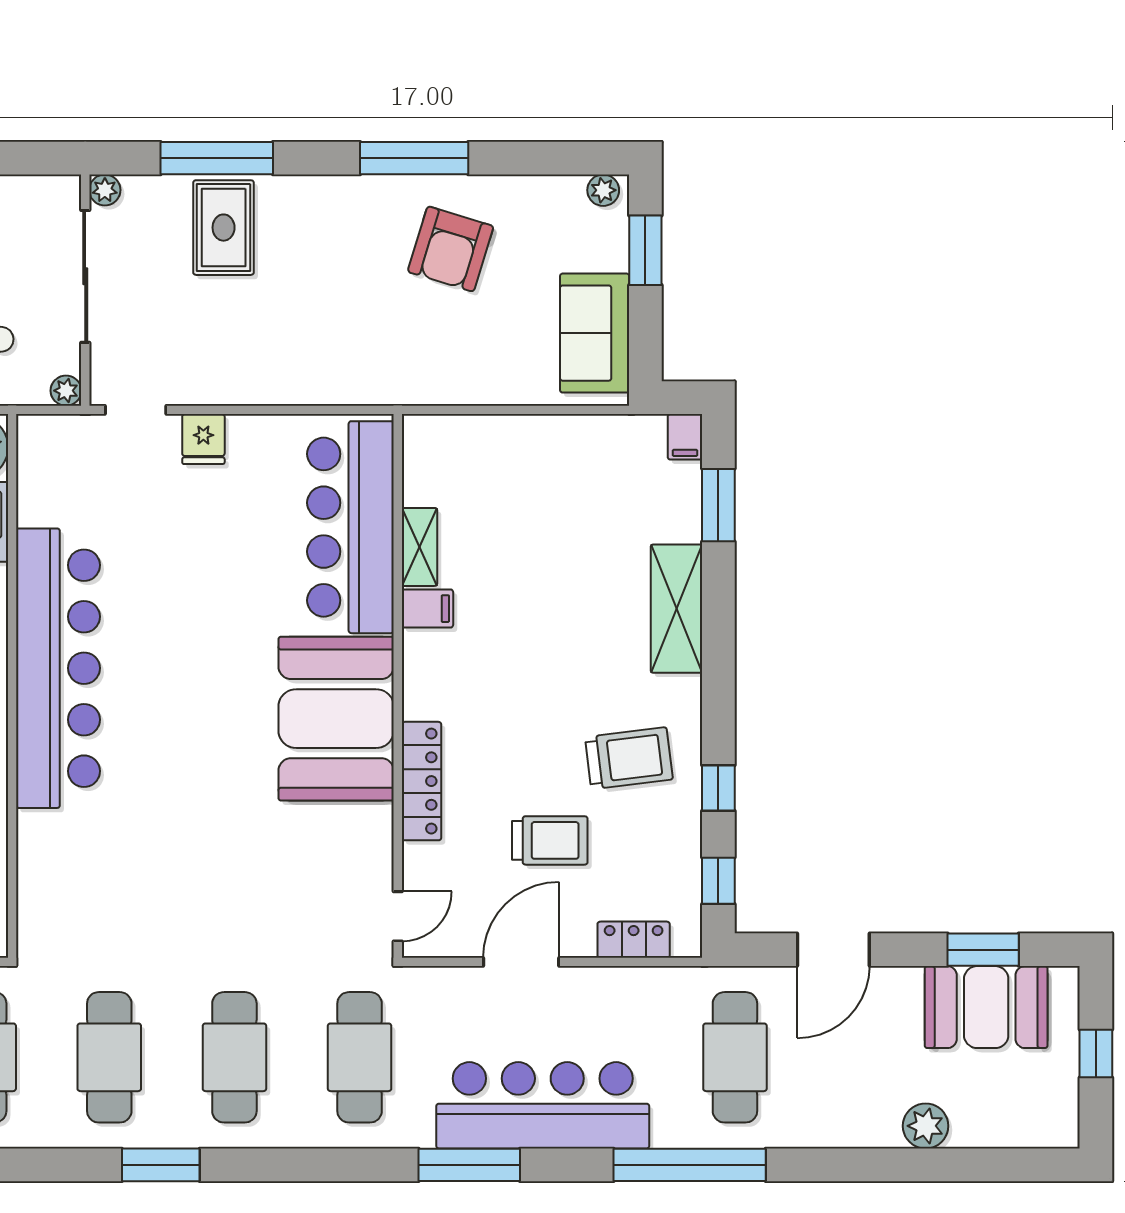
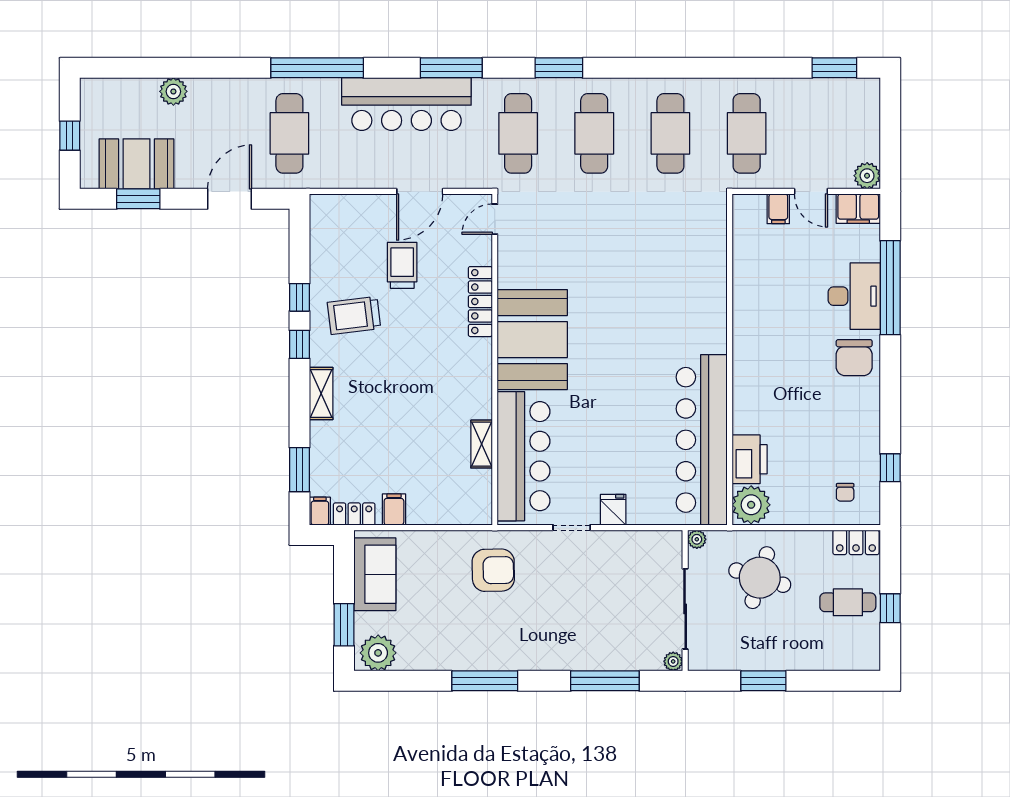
plant: (603, 190) -> (378, 653), width x1.88, depth x1.88
rug: (224, 228) -> (601, 639), removed
armchair: (451, 249) -> (493, 570), moved, turned 72
doorway: (136, 410) -> (572, 528), moved
filing cabinet: (427, 609) -> (394, 509), moved, turned 90
shelving: (676, 609) -> (321, 394), width x0.67, depth x0.75
bar counter: (58, 668) -> (702, 440), moved
trolley: (550, 840) -> (402, 265), turned 90
window: (718, 881) -> (300, 344), moved
locker: (634, 940) -> (354, 514), moved, turned 180
window: (161, 1165) -> (559, 68), moved

